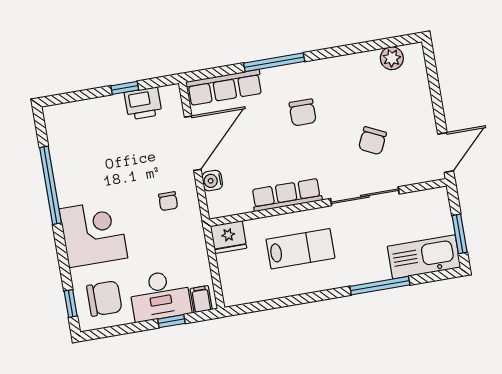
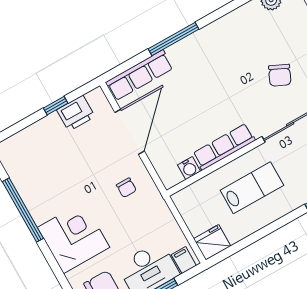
chair: (303, 112) -> (213, 73), removed
water cooler: (212, 181) -> (189, 168), moved, turned -90
fridge: (229, 237) -> (212, 242), moved, turned 180

